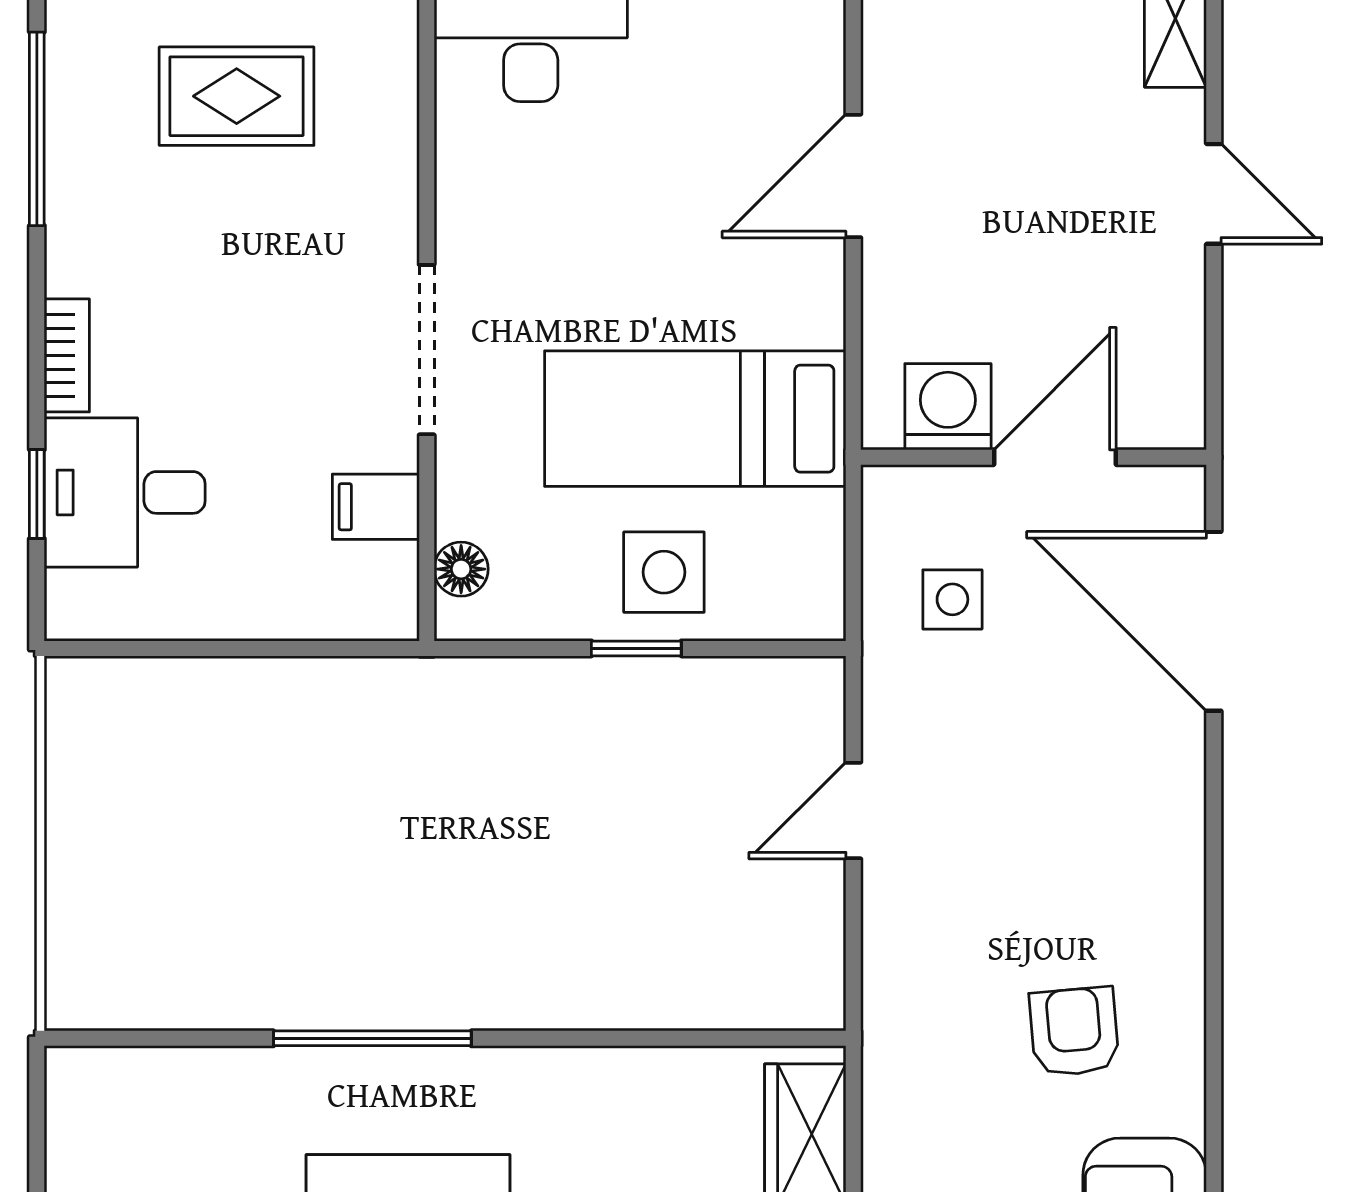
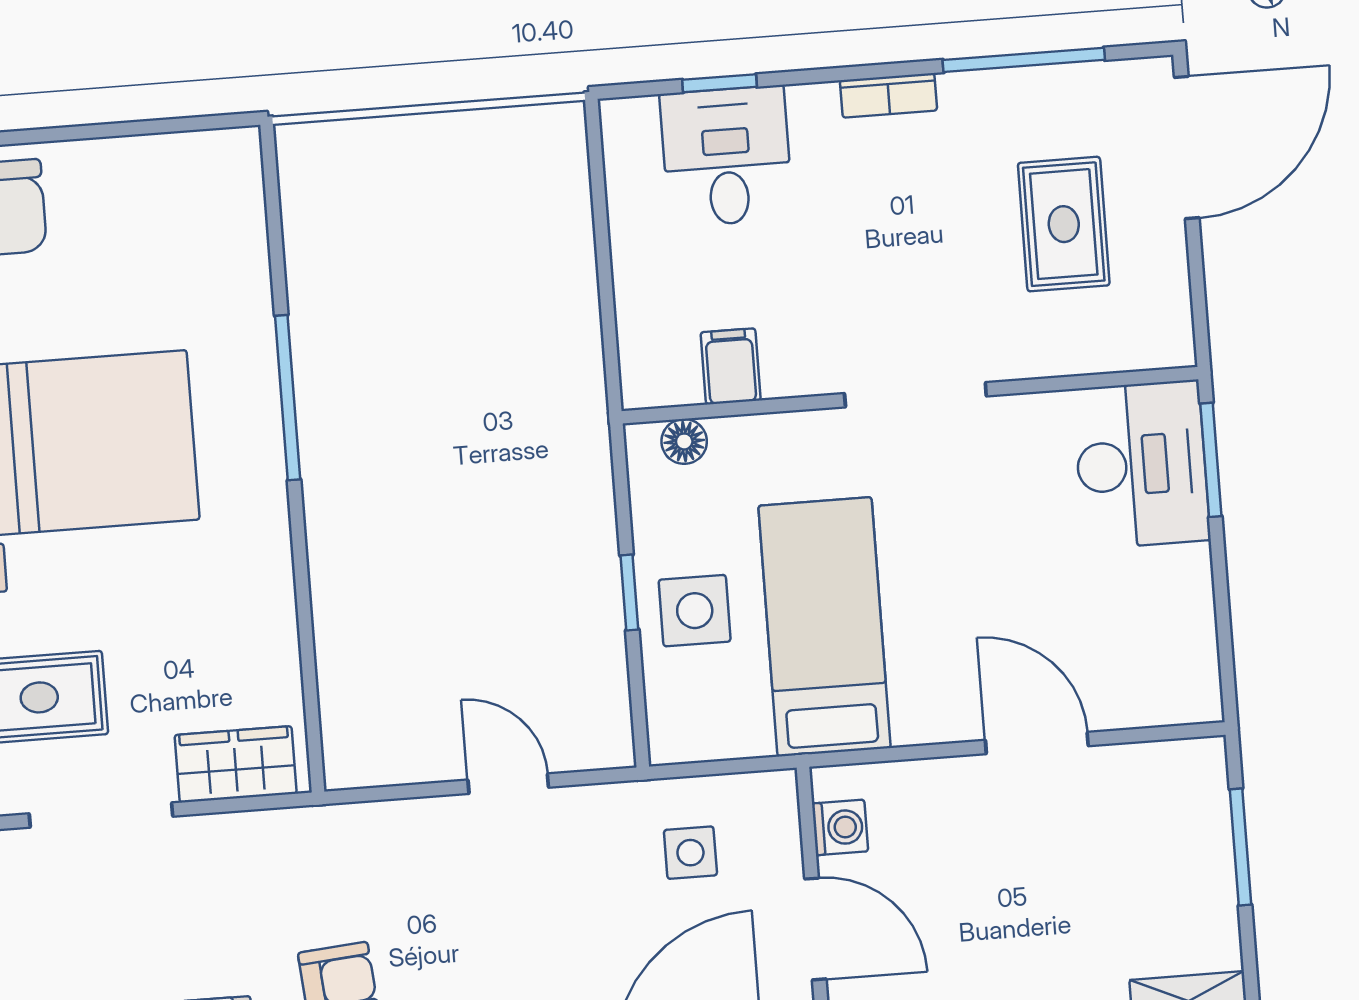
doorway: (427, 350) -> (915, 395), moved
bookcase: (67, 355) -> (888, 95), moved
washing machine: (948, 407) -> (840, 827), width x0.73, depth x0.73

